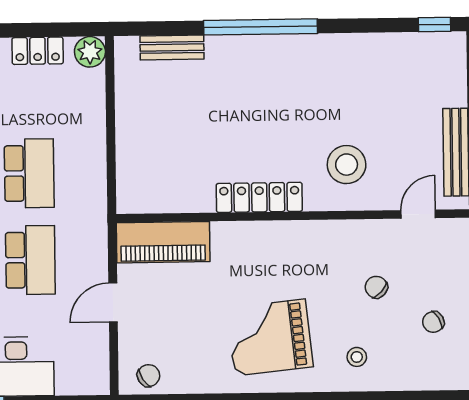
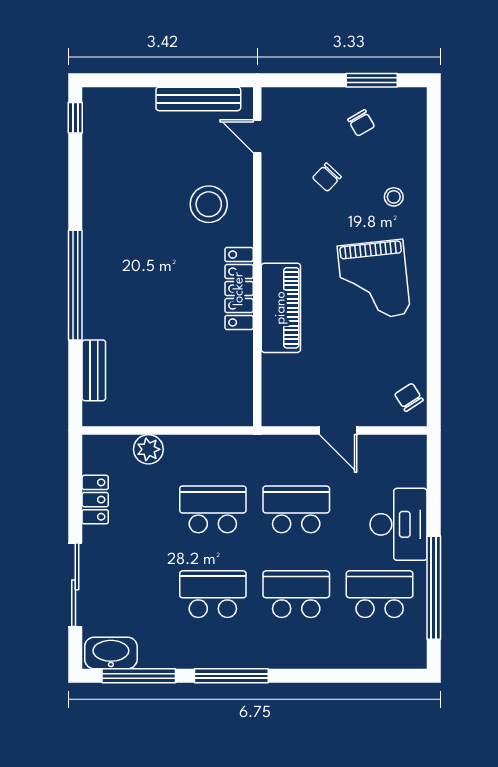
plant: (90, 52) -> (148, 449), moved
piano: (163, 242) -> (281, 308), moved

